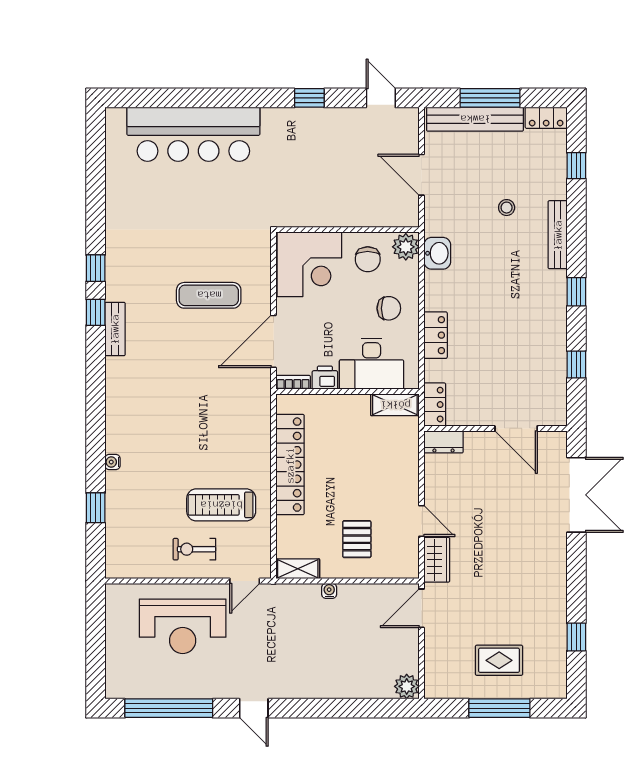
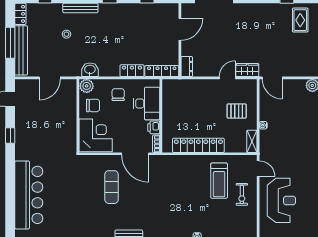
shelving: (395, 405) -> (168, 91), removed
locker: (435, 405) -> (162, 71), width x1.53
rug: (499, 660) -> (300, 20), moved

